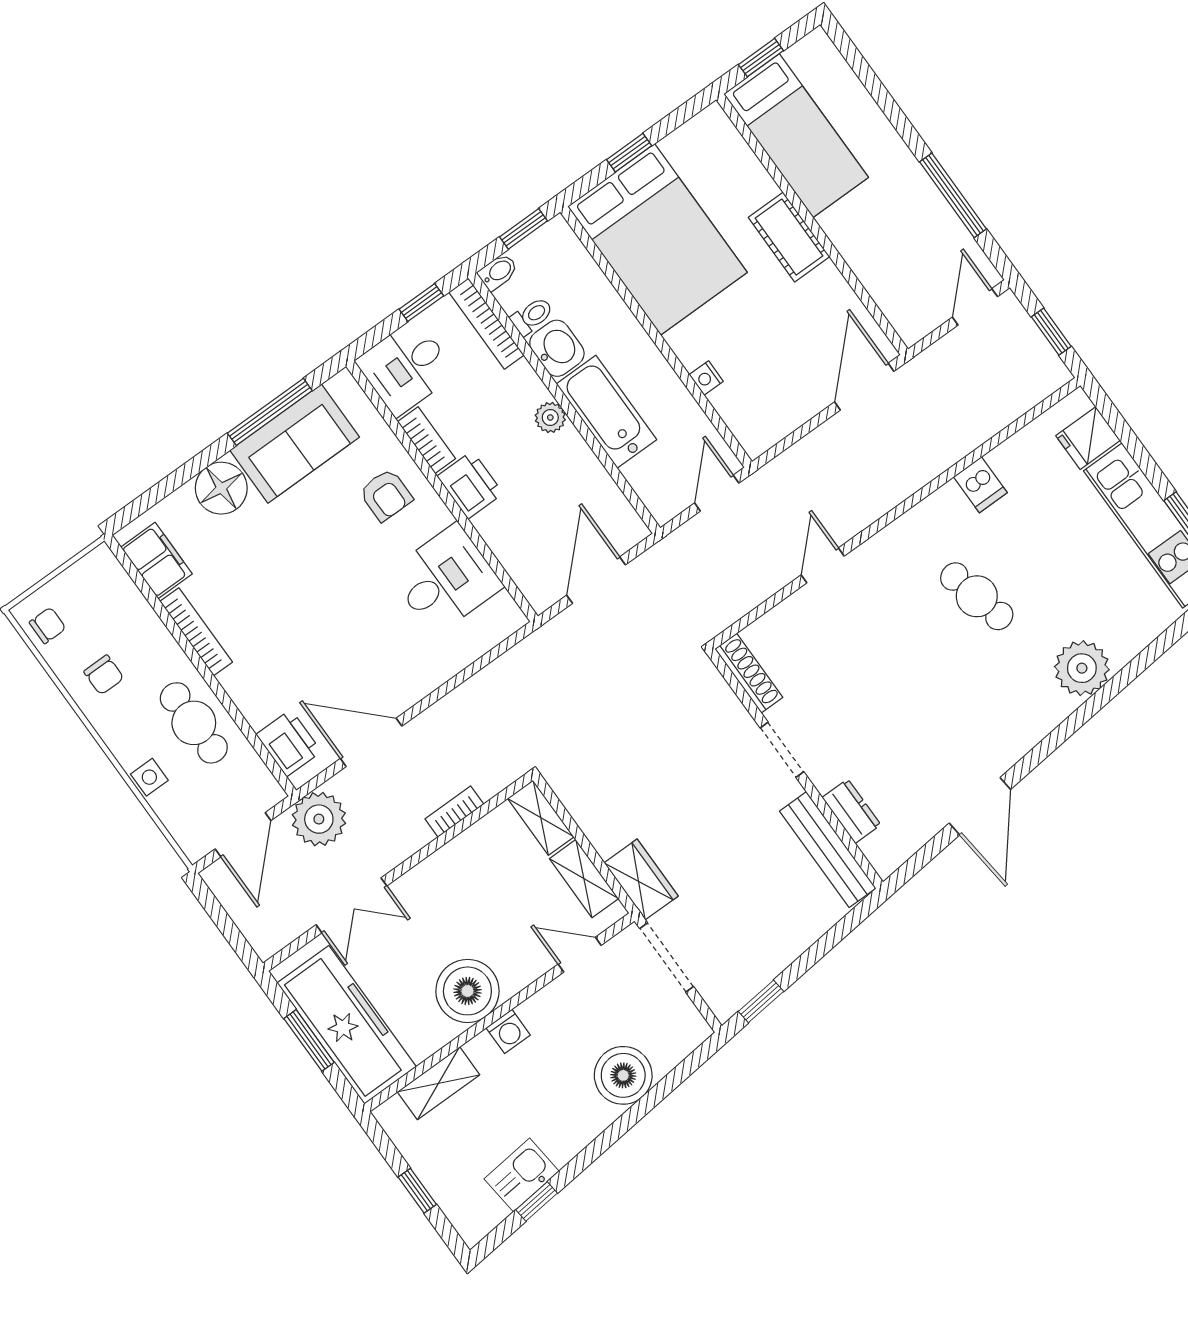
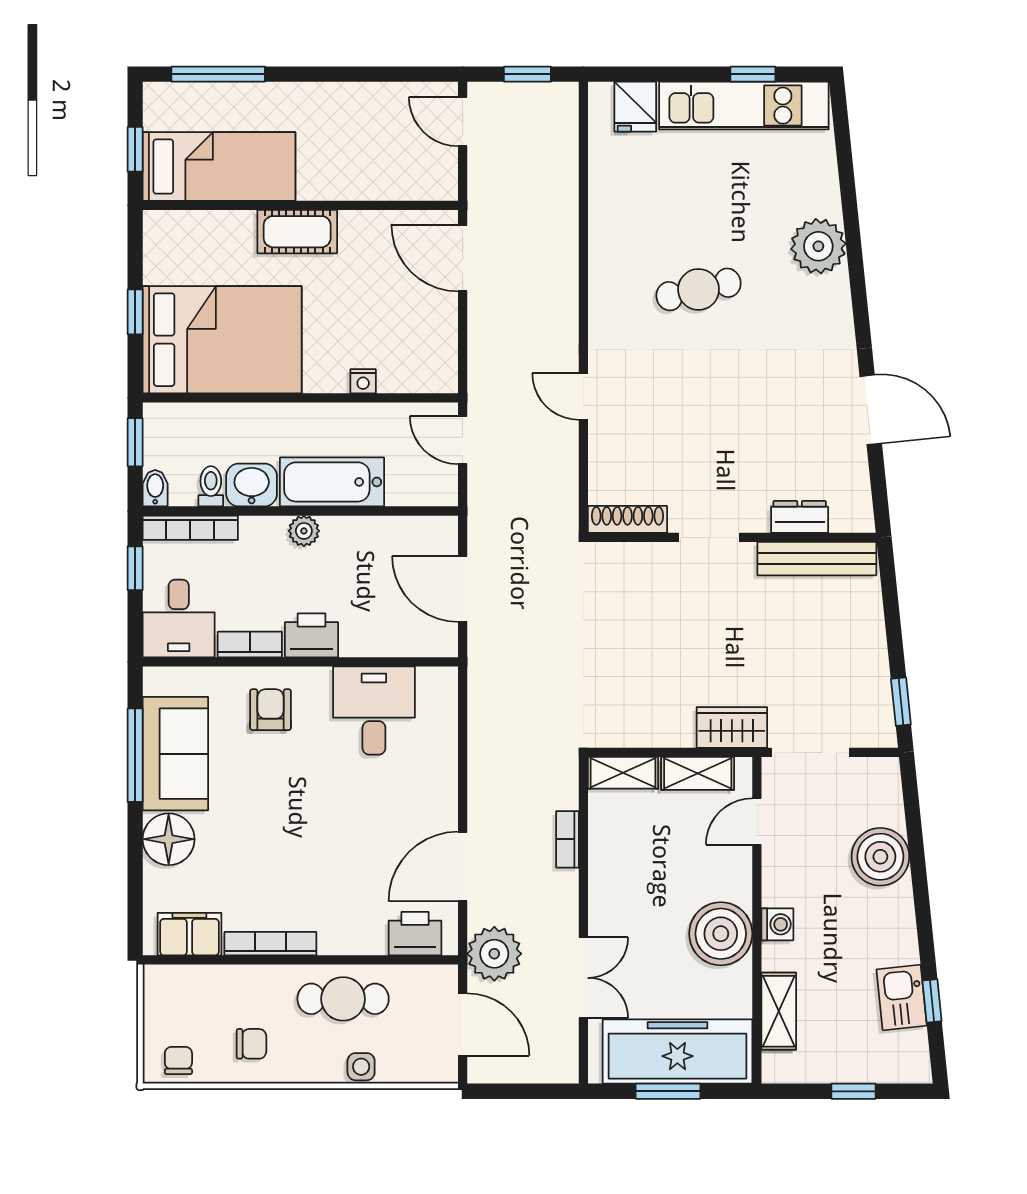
window: (953, 195) -> (218, 74), moved
dishwasher: (980, 485) -> (610, 221), removed
armchair: (386, 495) -> (271, 710), turned -90

